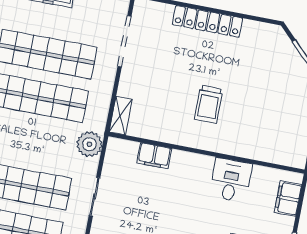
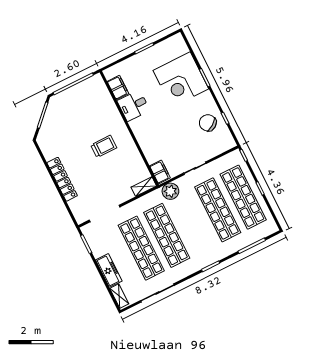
filing cabinet: (154, 156) -> (160, 172), moved
filing cabinet: (288, 198) -> (118, 88), moved, turned -90

